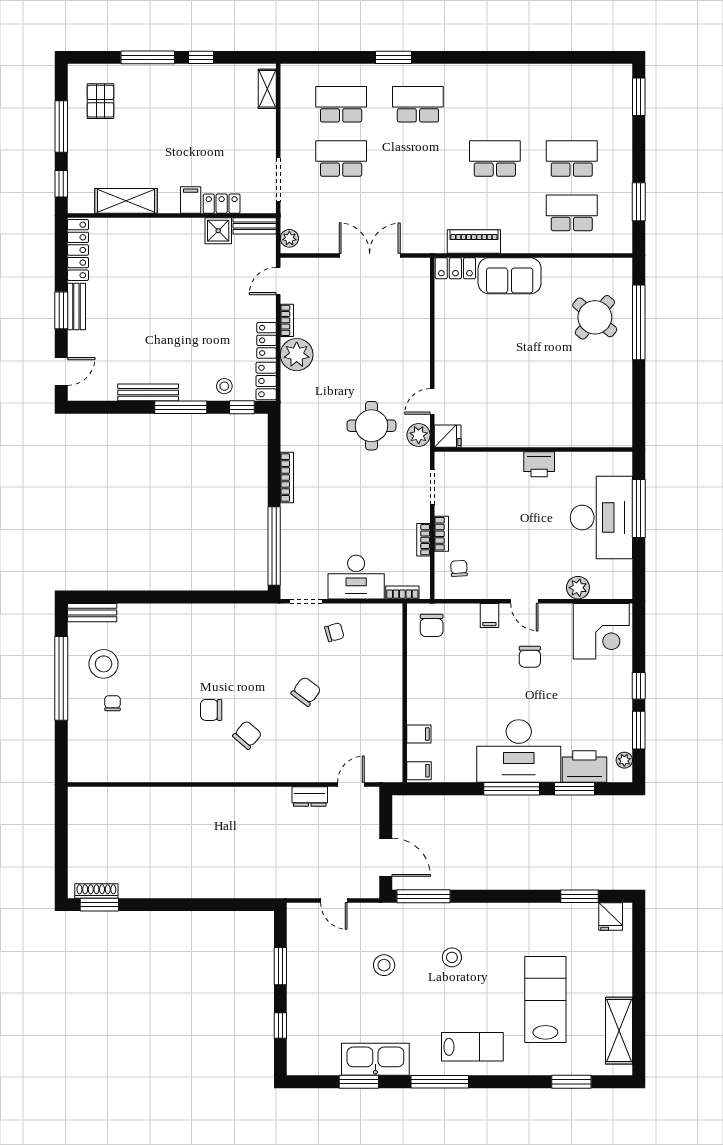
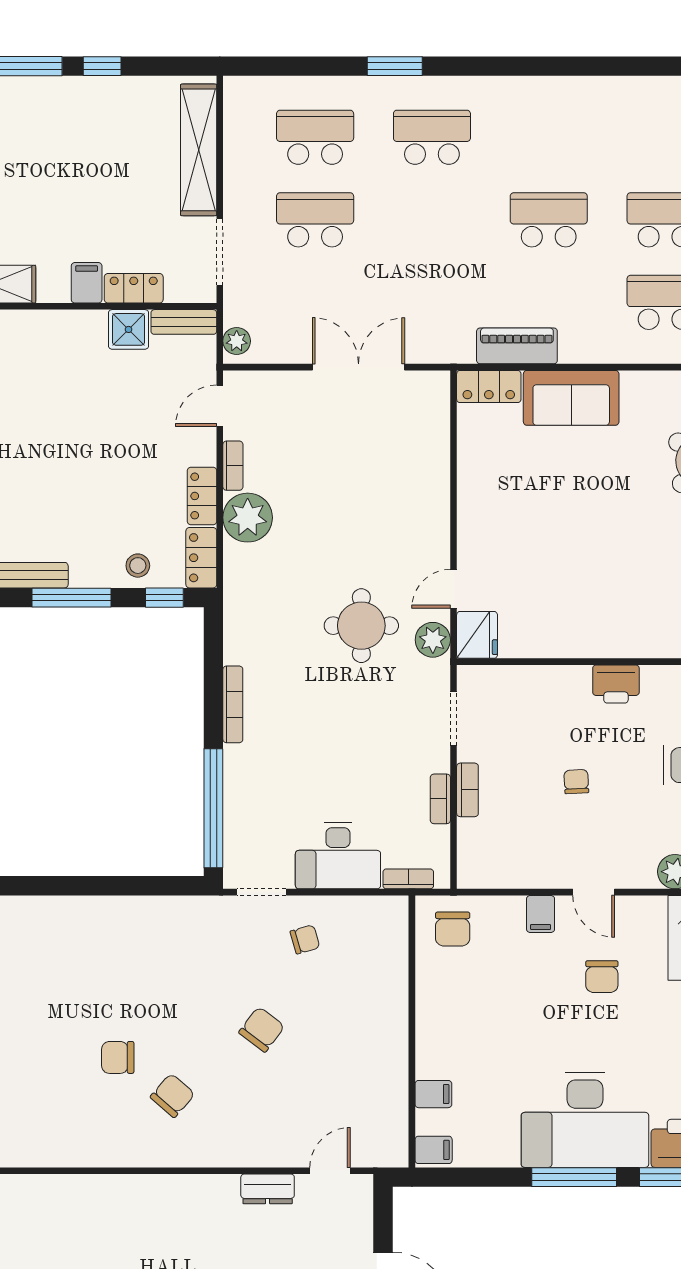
shelving: (267, 89) -> (199, 150), width x2.20, depth x1.33
fridge: (448, 436) -> (477, 635), width x1.38
chair: (459, 568) -> (576, 782), moved

